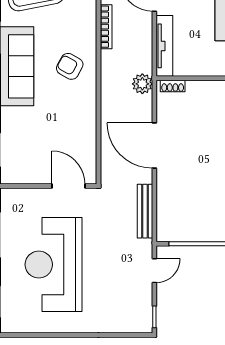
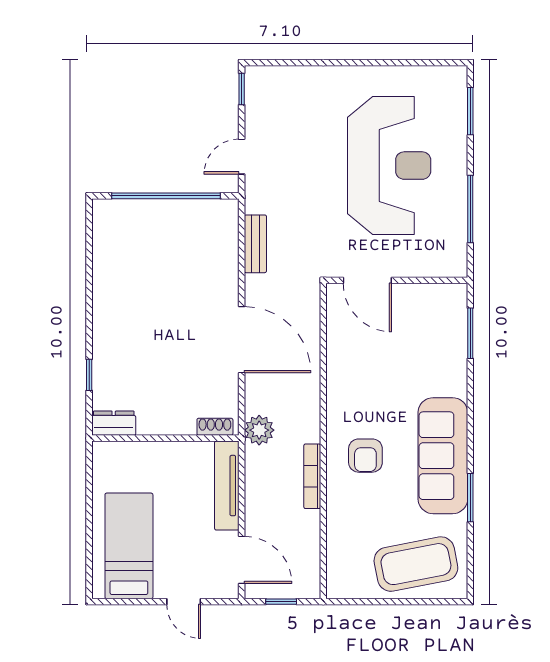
bookcase: (106, 27) -> (312, 476), moved
armchair: (70, 66) -> (365, 456), turned 61
bench: (145, 211) -> (255, 244), width x0.73

